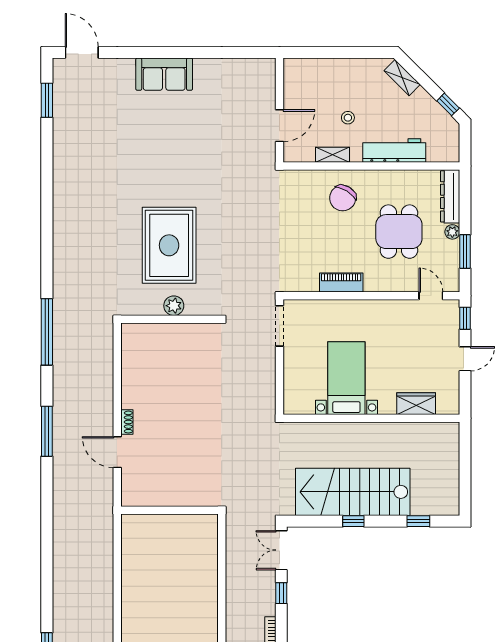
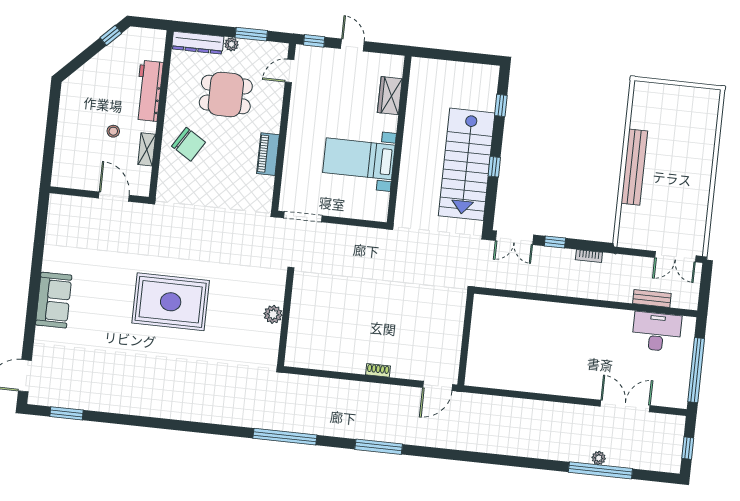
shelving: (402, 78) -> (81, 76), removed
rug: (169, 245) -> (171, 302), moved
door: (117, 452) -> (438, 386), moved

